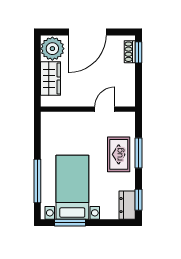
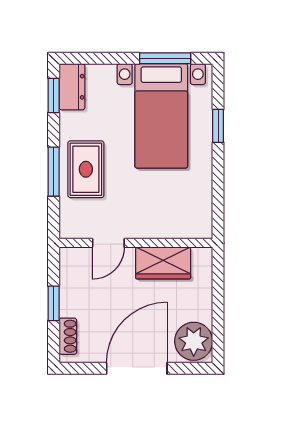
window: (138, 52) -> (54, 303), moved
wardrobe: (51, 79) -> (163, 263), moved, turned -90
window: (37, 181) -> (218, 126), width x0.46

